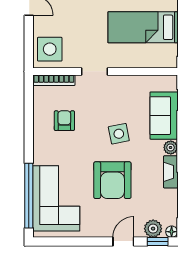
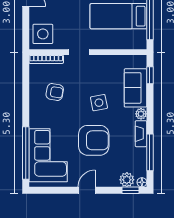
armchair: (64, 121) -> (55, 92), turned 100
armchair: (112, 180) -> (94, 140), turned -90
door: (123, 242) -> (87, 190), moved

